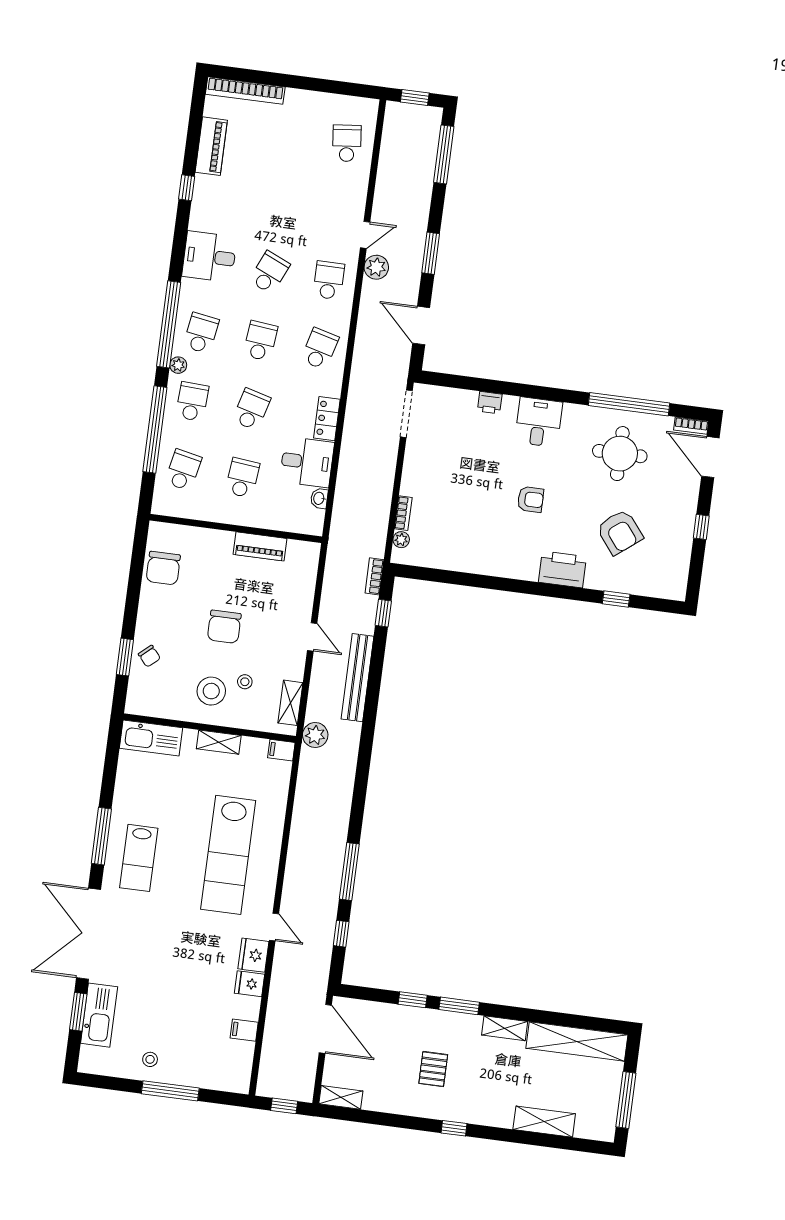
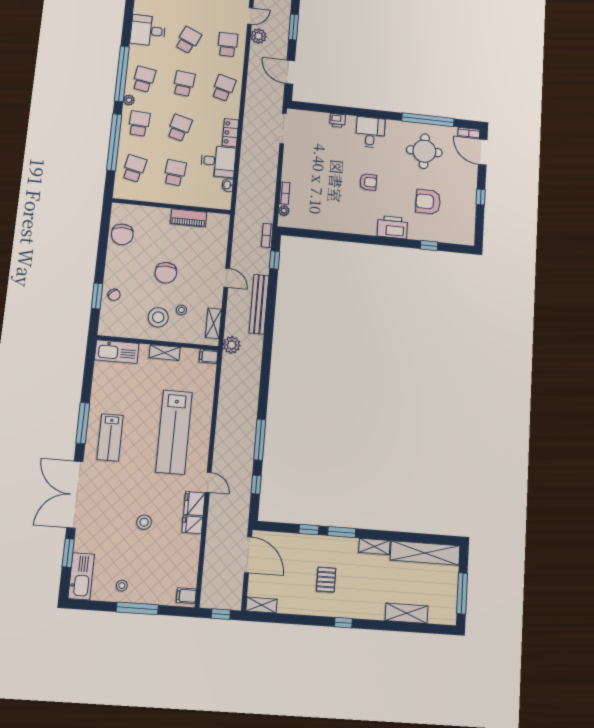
armchair: (620, 532) -> (428, 202), turned 128
stool: (183, 976) -> (144, 522), added
kitchen sink: (99, 1015) -> (81, 576), moved
filing cabinet: (244, 1030) -> (186, 596), moved

